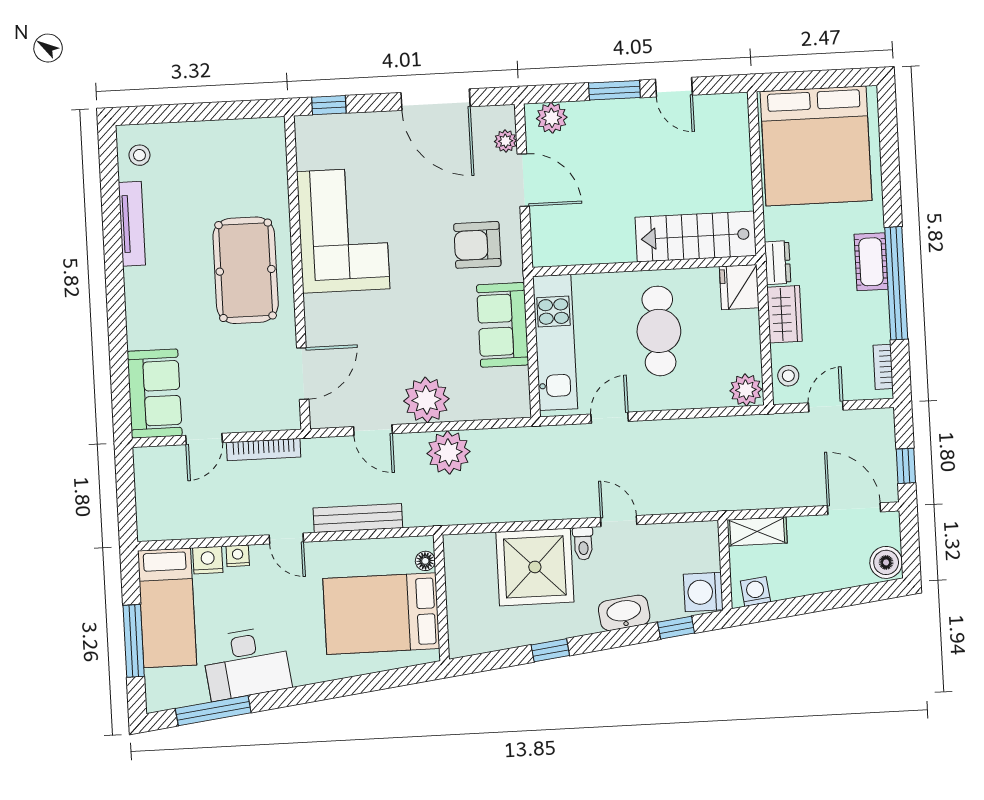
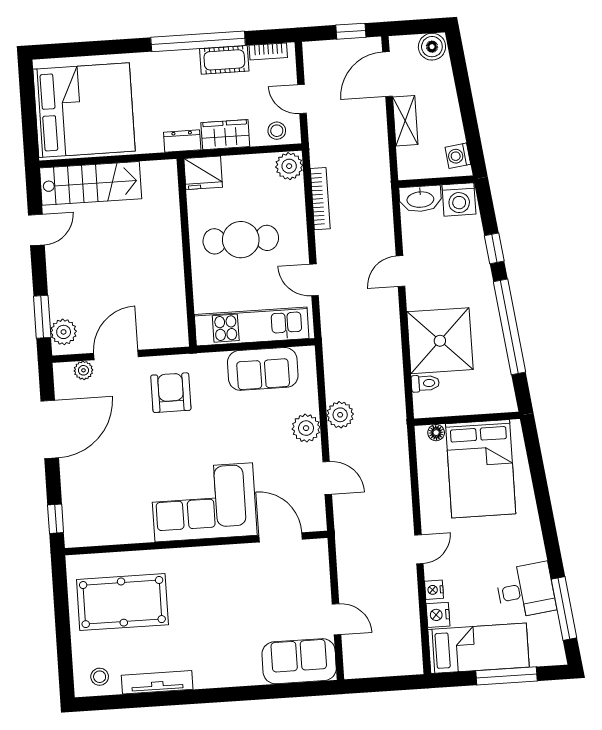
window: (614, 90) -> (42, 317), moved
corner sofa: (343, 230) -> (204, 502), moved
stairs: (696, 236) -> (91, 183), moved, turned -90
armchair: (477, 245) -> (171, 393), turned 180
cot: (871, 262) -> (224, 60), moved
pool table: (246, 270) -> (122, 602), moved
sofa: (503, 325) -> (263, 369), moved
plant: (426, 400) -> (306, 428), width x0.73, depth x0.73
door: (373, 430) -> (327, 478), hinge flipped
bookcase: (264, 450) -> (320, 199), moved
plant: (448, 452) -> (340, 415), width x0.73, depth x0.73
bench: (358, 518) -> (401, 490), removed
shelving: (757, 531) -> (405, 121), moved
toilet: (583, 544) -> (425, 383), moved
washbasin: (624, 613) -> (420, 199), moved, turned -83
window: (676, 628) -> (494, 248), moved
window: (550, 650) -> (509, 327), width x3.17
desk: (246, 663) -> (526, 590), width x0.73

